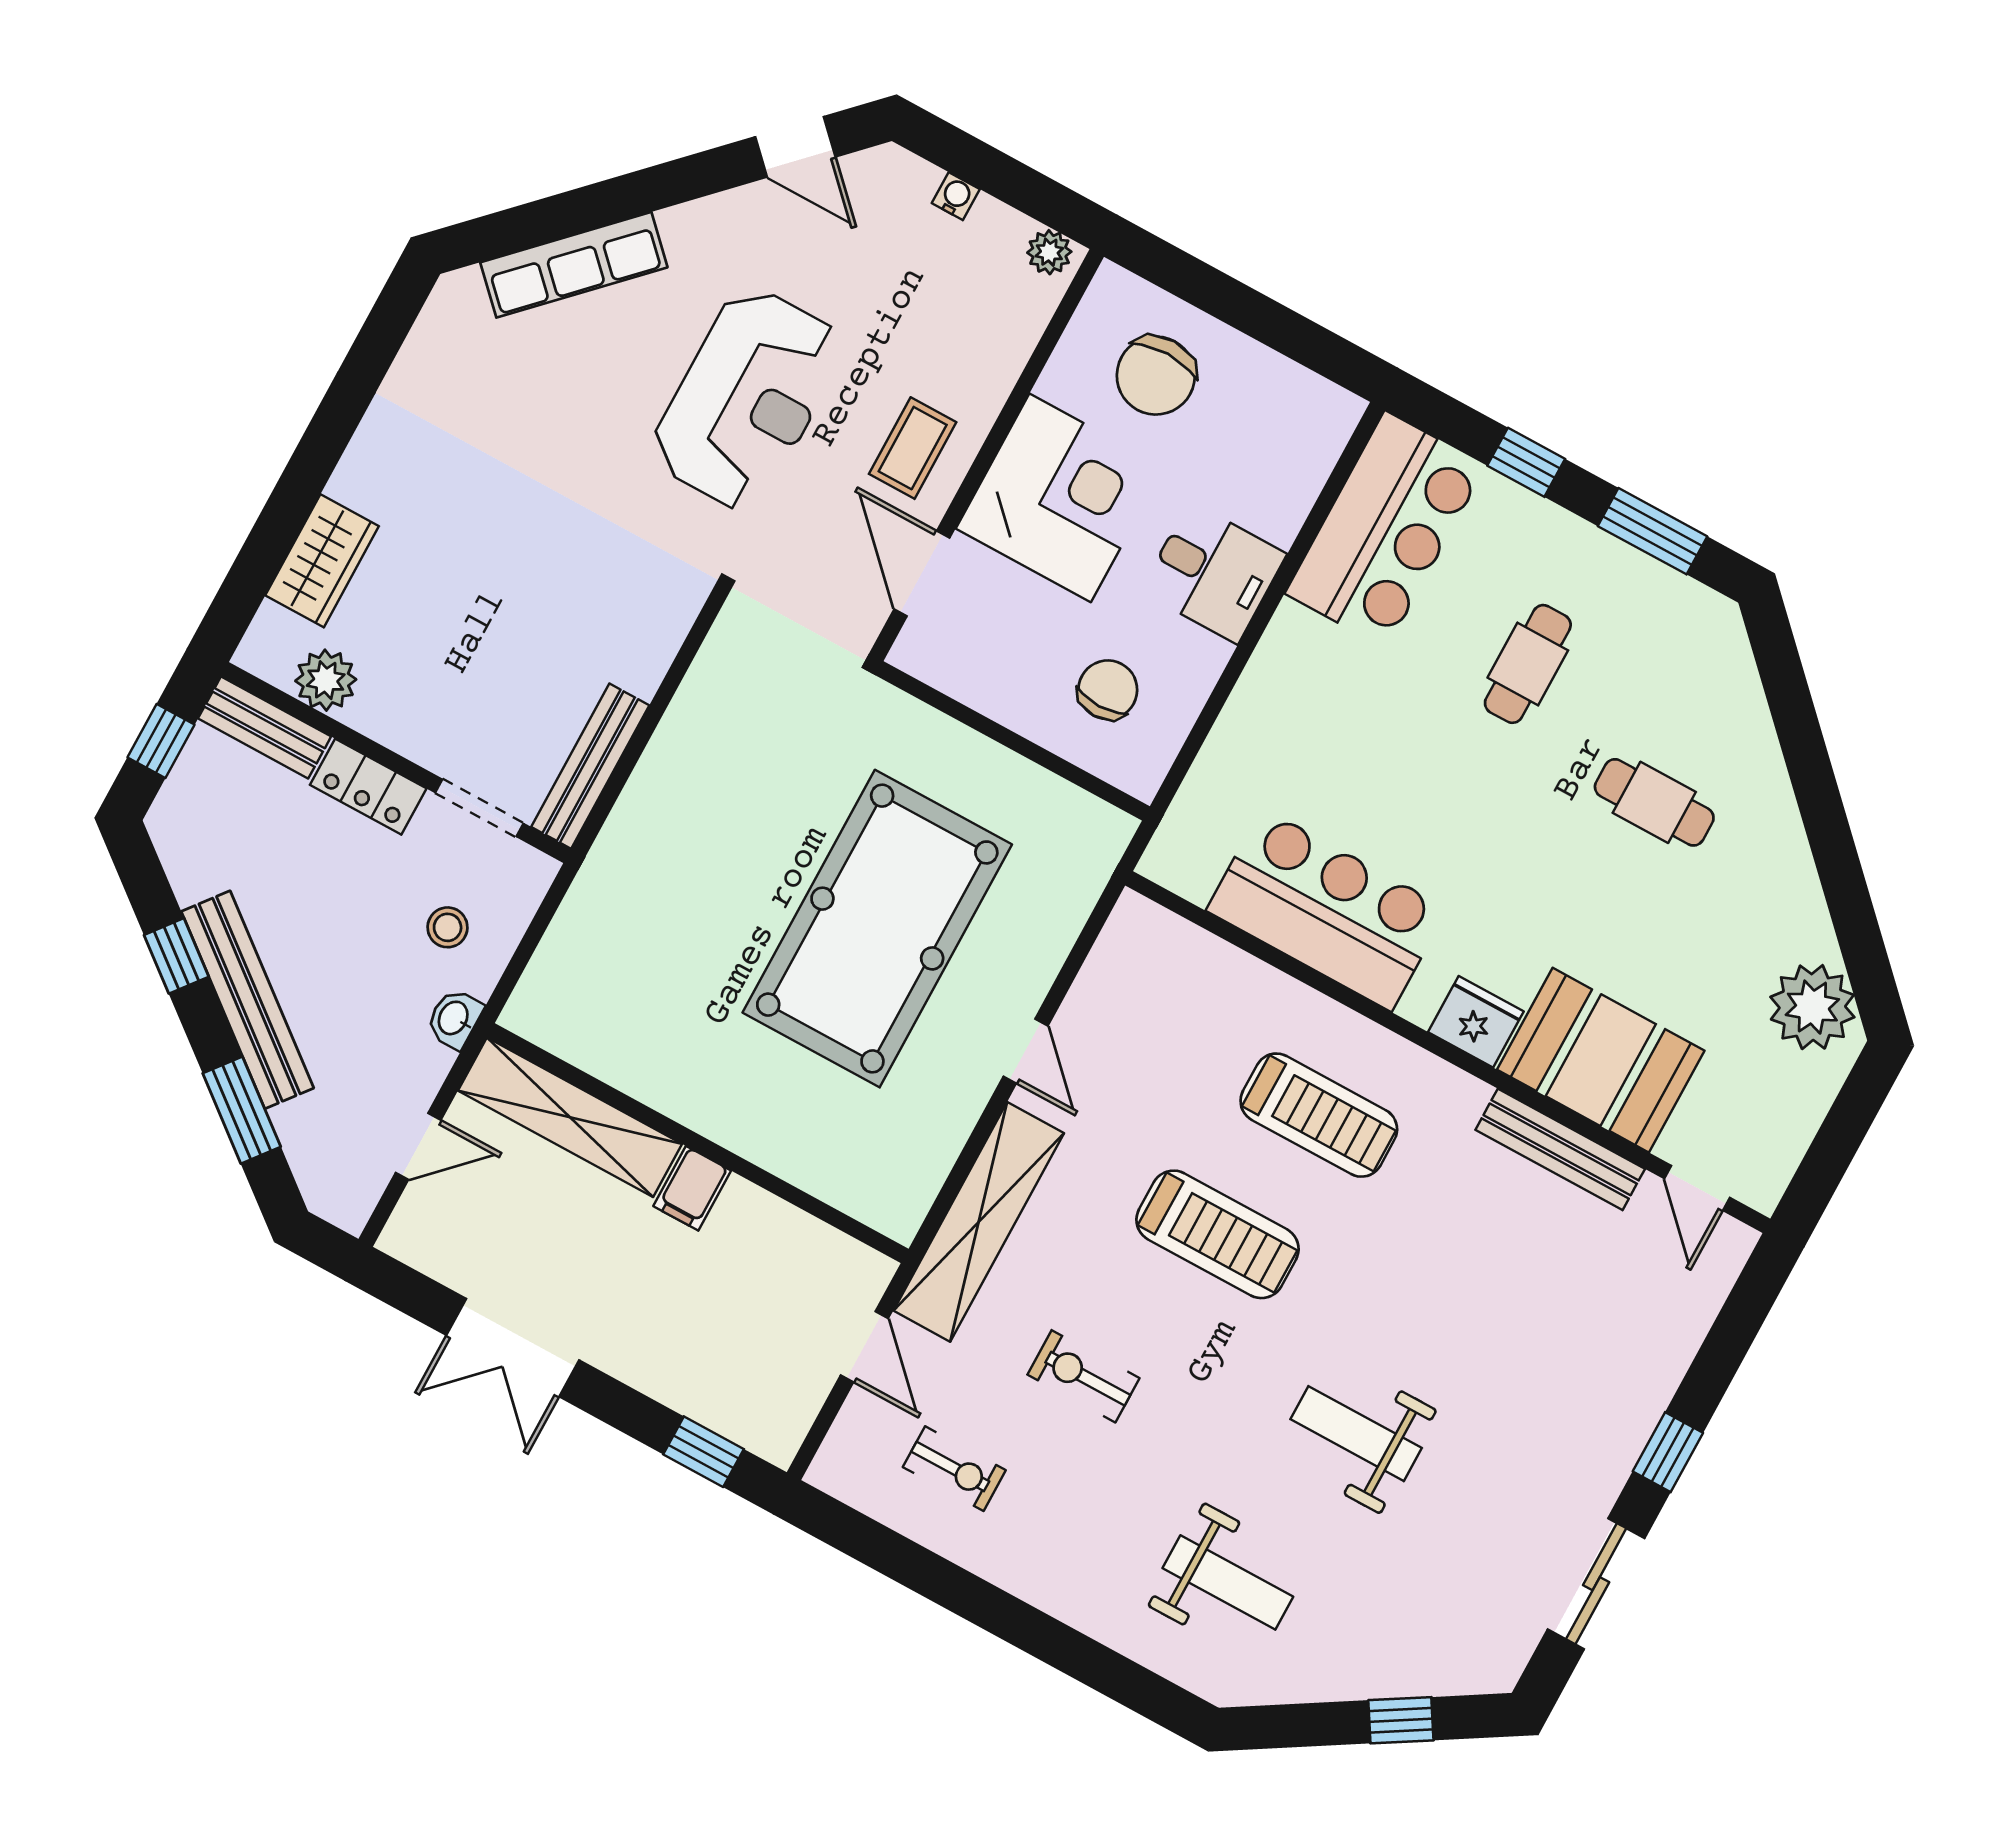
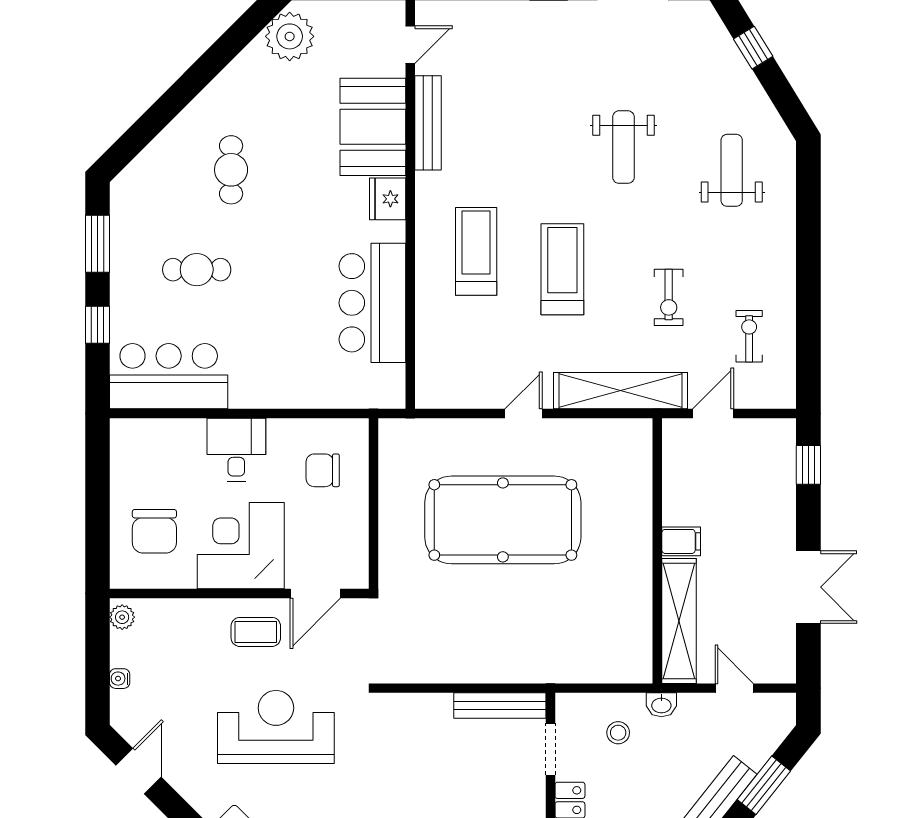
chair: (1156, 376) -> (154, 531), turned 90

